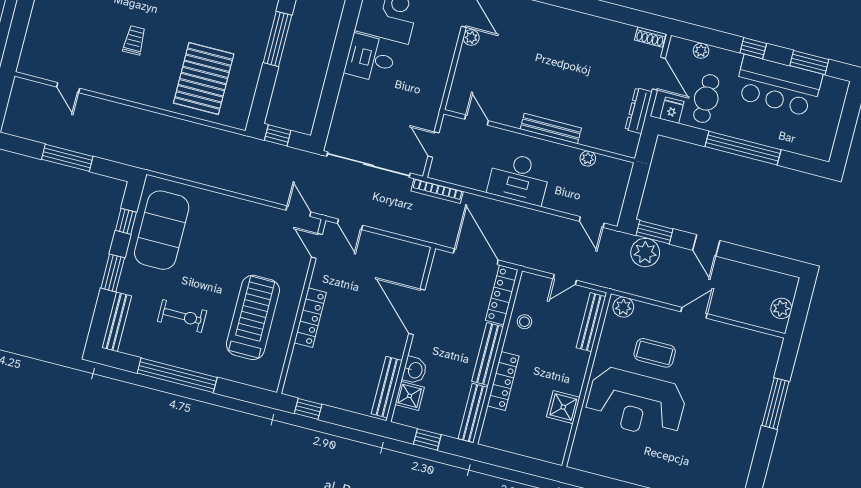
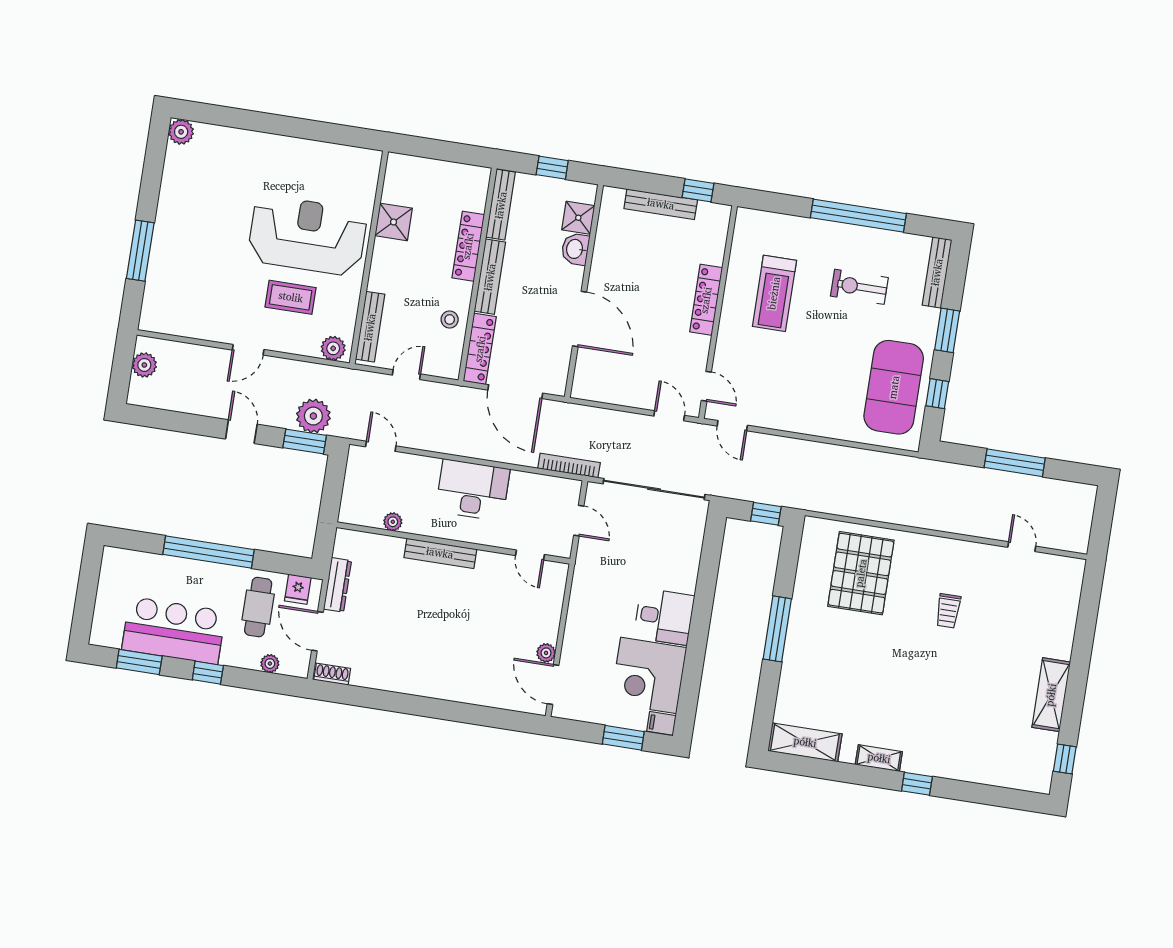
treadmill: (253, 317) -> (774, 293), width x0.73, depth x0.73
bench: (387, 387) -> (661, 204), moved, turned 90

